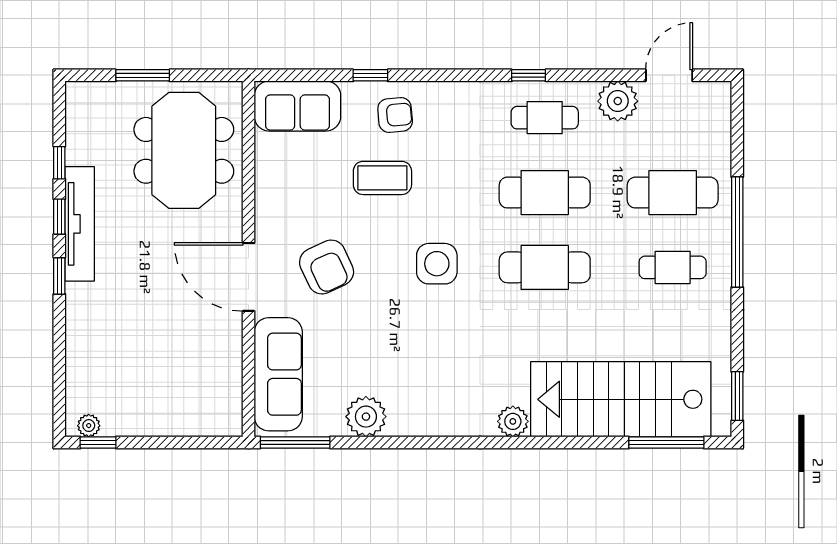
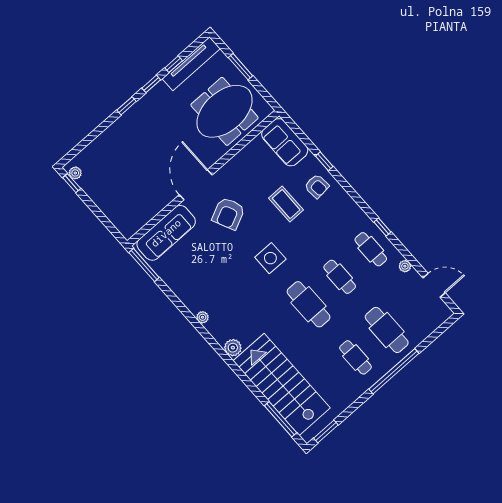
plant: (618, 101) -> (405, 266), width x0.53, depth x0.53
cafe table: (545, 193) -> (340, 277), width x0.73, depth x0.74
tv unit: (80, 224) -> (191, 64), moved
plant: (366, 417) -> (203, 317), moved, width x0.53, depth x0.53

